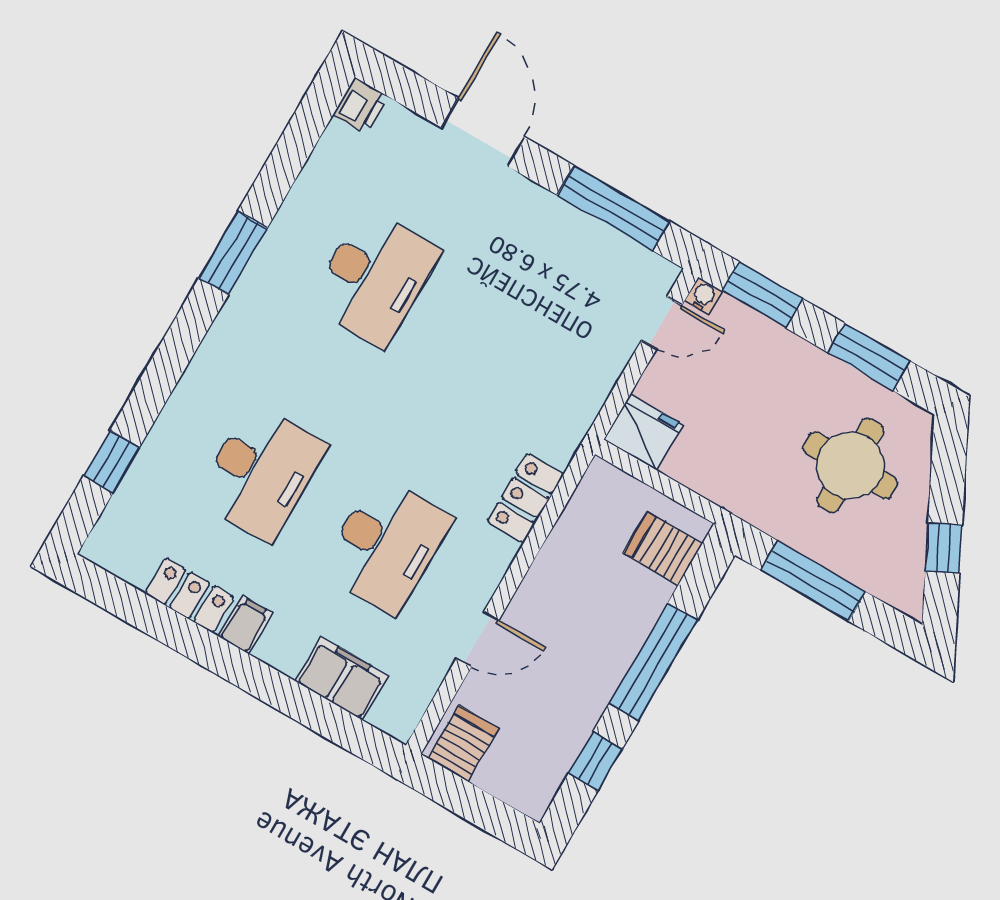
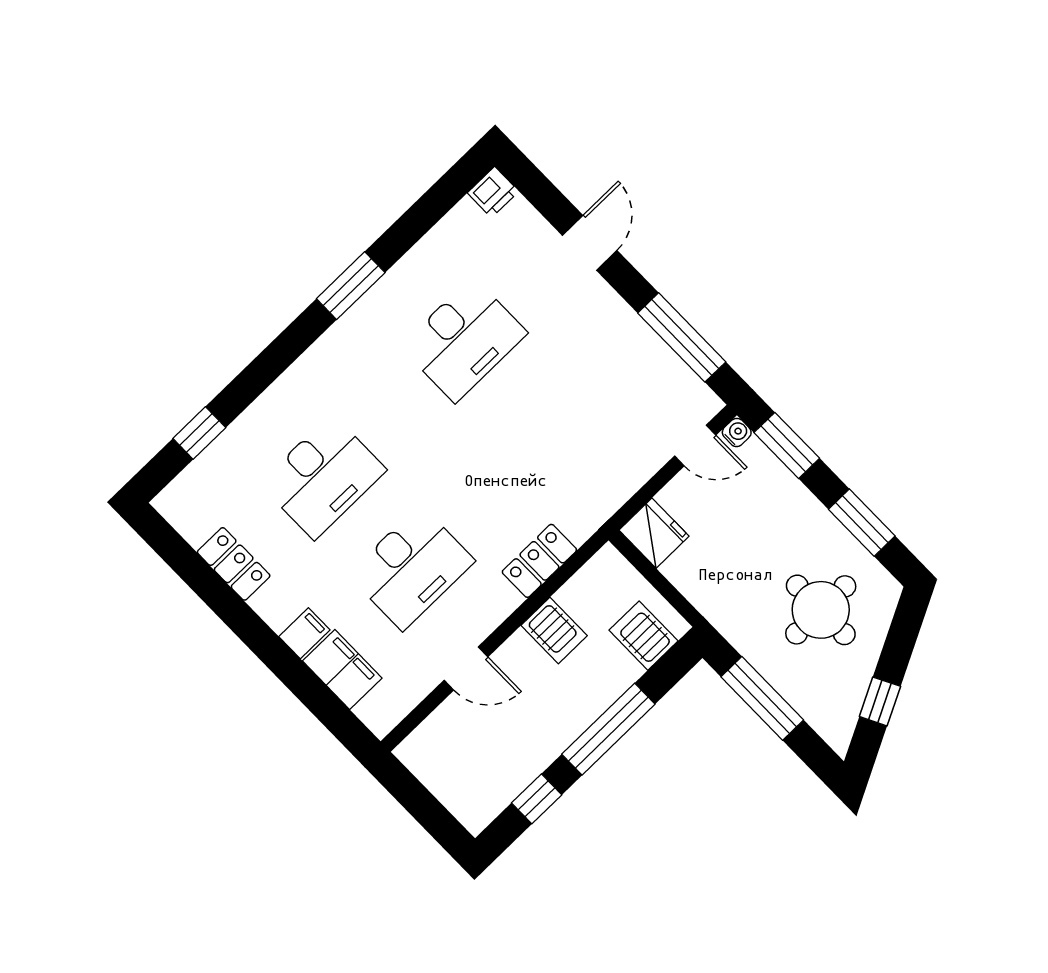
door: (483, 132) -> (590, 243), width x0.73
filing cabinet: (245, 625) -> (304, 633), moved
server rack: (463, 743) -> (554, 630), moved, turned 90

